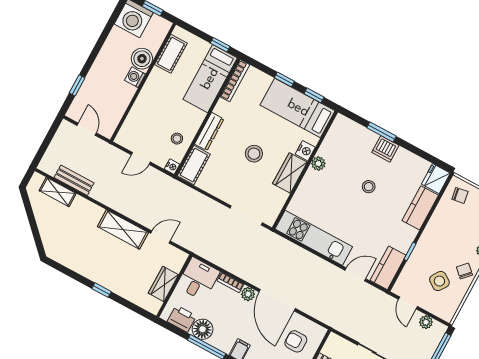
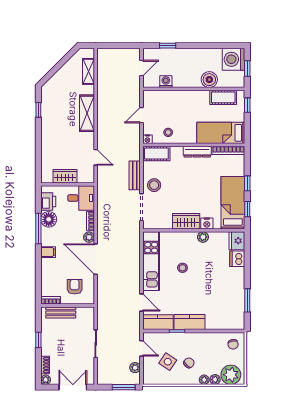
window: (220, 45) -> (247, 105), moved
washing machine: (135, 77) -> (166, 82), moved
dresser: (209, 132) -> (197, 152), moved
window: (381, 132) -> (247, 300), moved
dishwasher: (385, 149) -> (237, 259), moved
stool: (254, 154) -> (154, 185), moved
door: (141, 158) -> (142, 115), hinge flipped
fridge: (436, 179) -> (237, 241), moved, turned -90
bench: (74, 180) -> (135, 175), moved
stool: (369, 187) -> (183, 268), moved
kitchen counter: (420, 208) -> (189, 322), moved
shelving: (123, 229) -> (87, 113), moved
chair: (464, 271) -> (189, 363), moved
window: (102, 290) -> (38, 110), moved
door: (277, 300) -> (96, 259), hinge flipped
door: (408, 303) -> (142, 348), swing flipped

